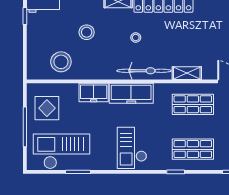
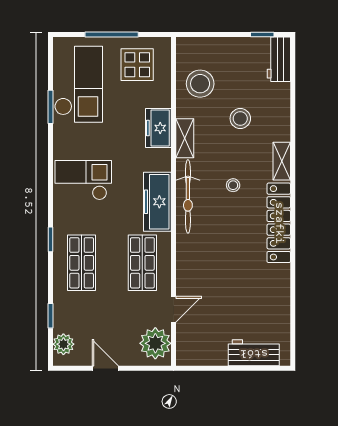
shelving: (187, 73) -> (185, 138), moved
freezer: (131, 93) -> (157, 202), moved

